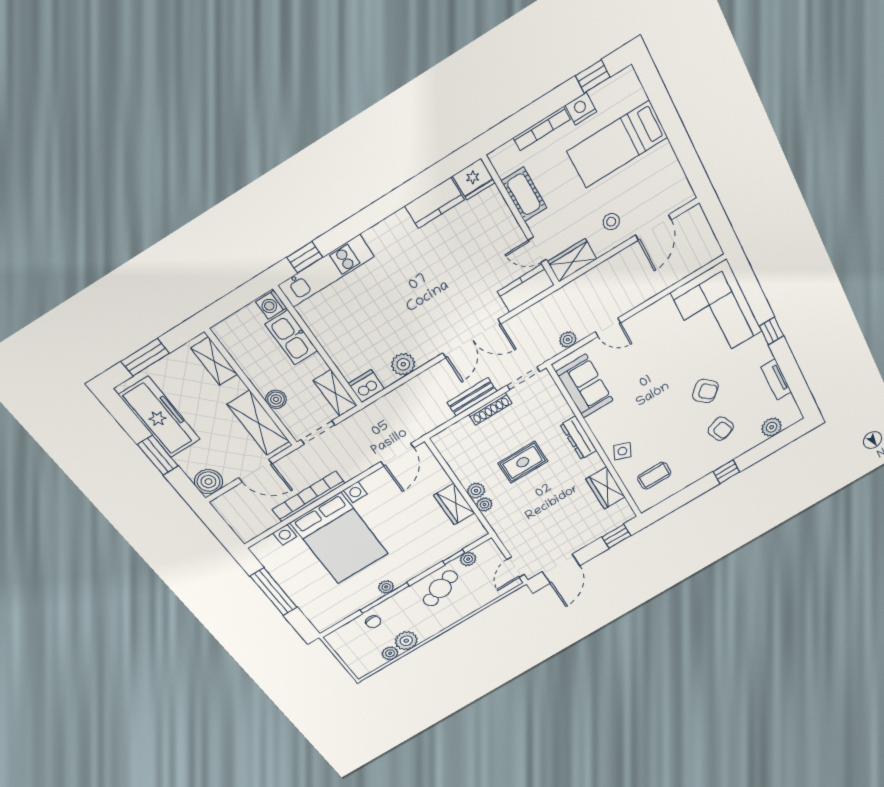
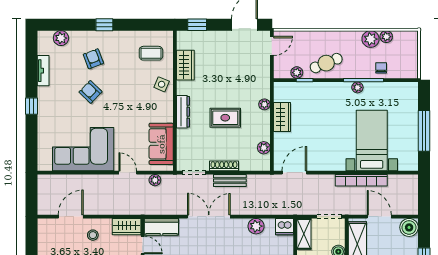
corner sofa: (717, 312) -> (83, 149), moved, turned -90
plant: (476, 491) -> (264, 148), moved
bed with nightstands: (339, 538) -> (372, 140), width x0.73

